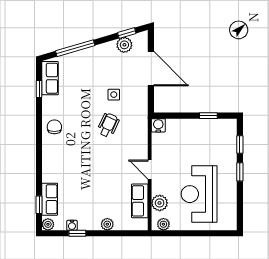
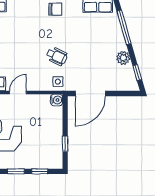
plant: (124, 45) -> (123, 58), moved
door: (151, 69) -> (90, 94), moved
side table: (114, 95) -> (58, 82), moved

